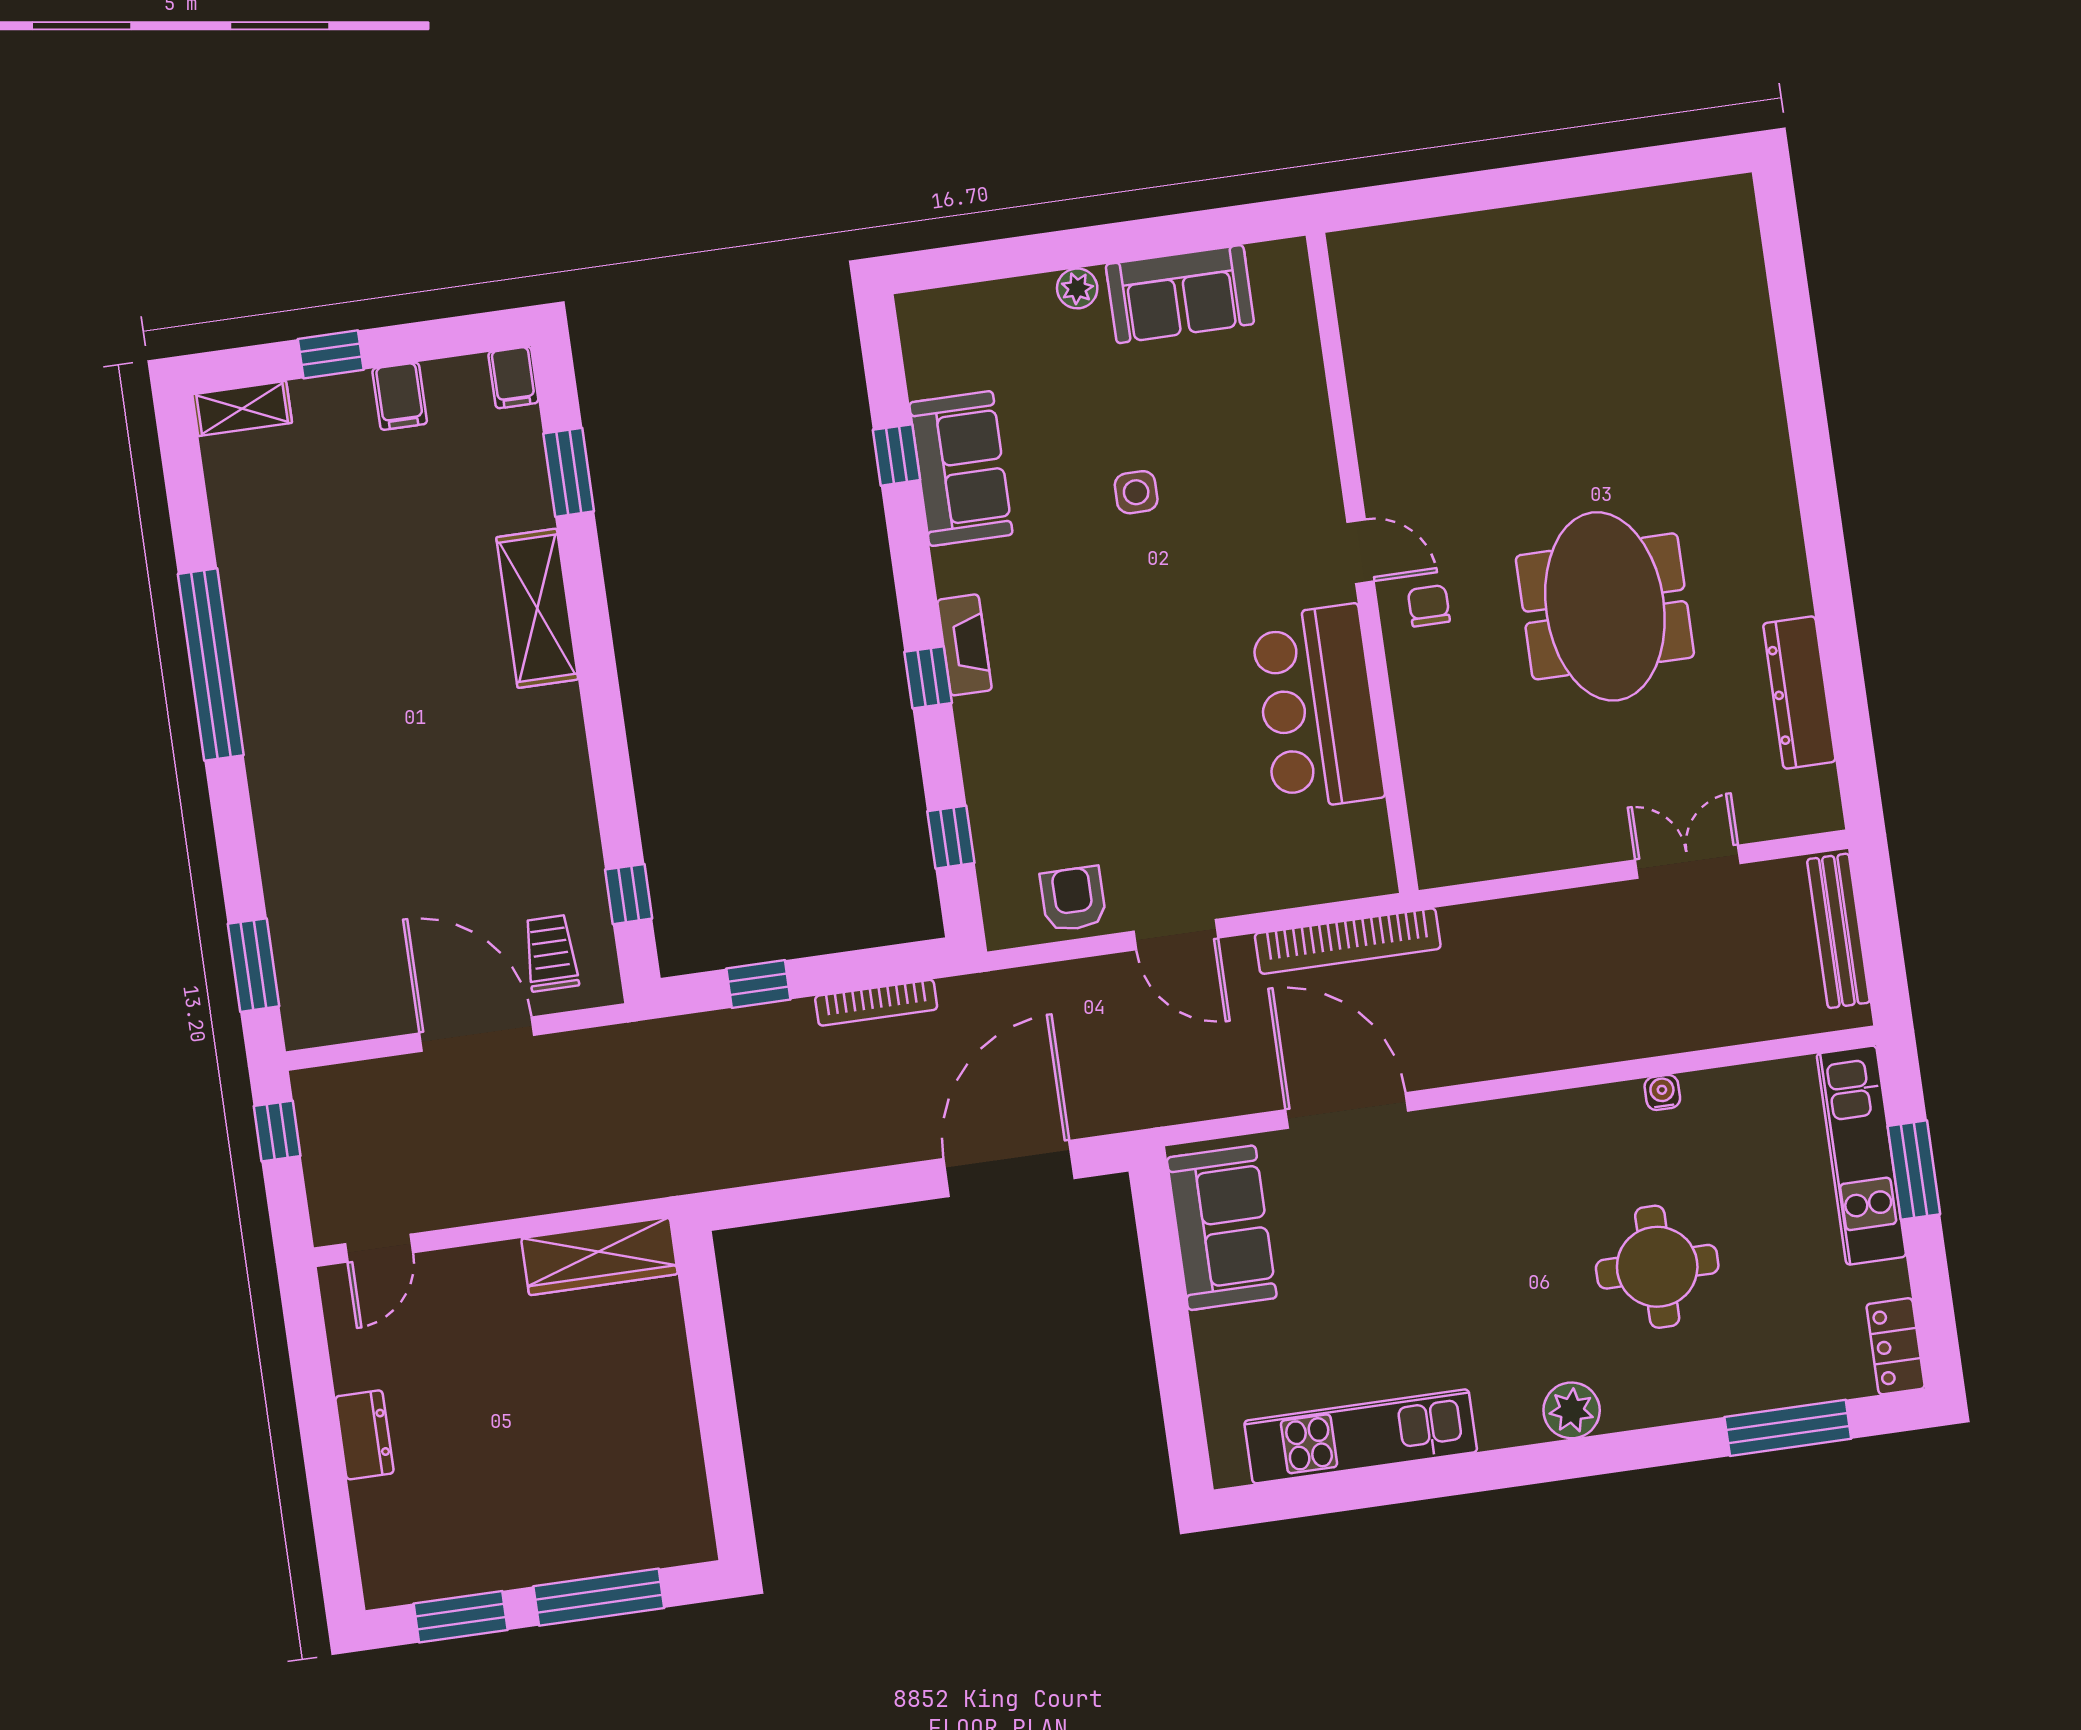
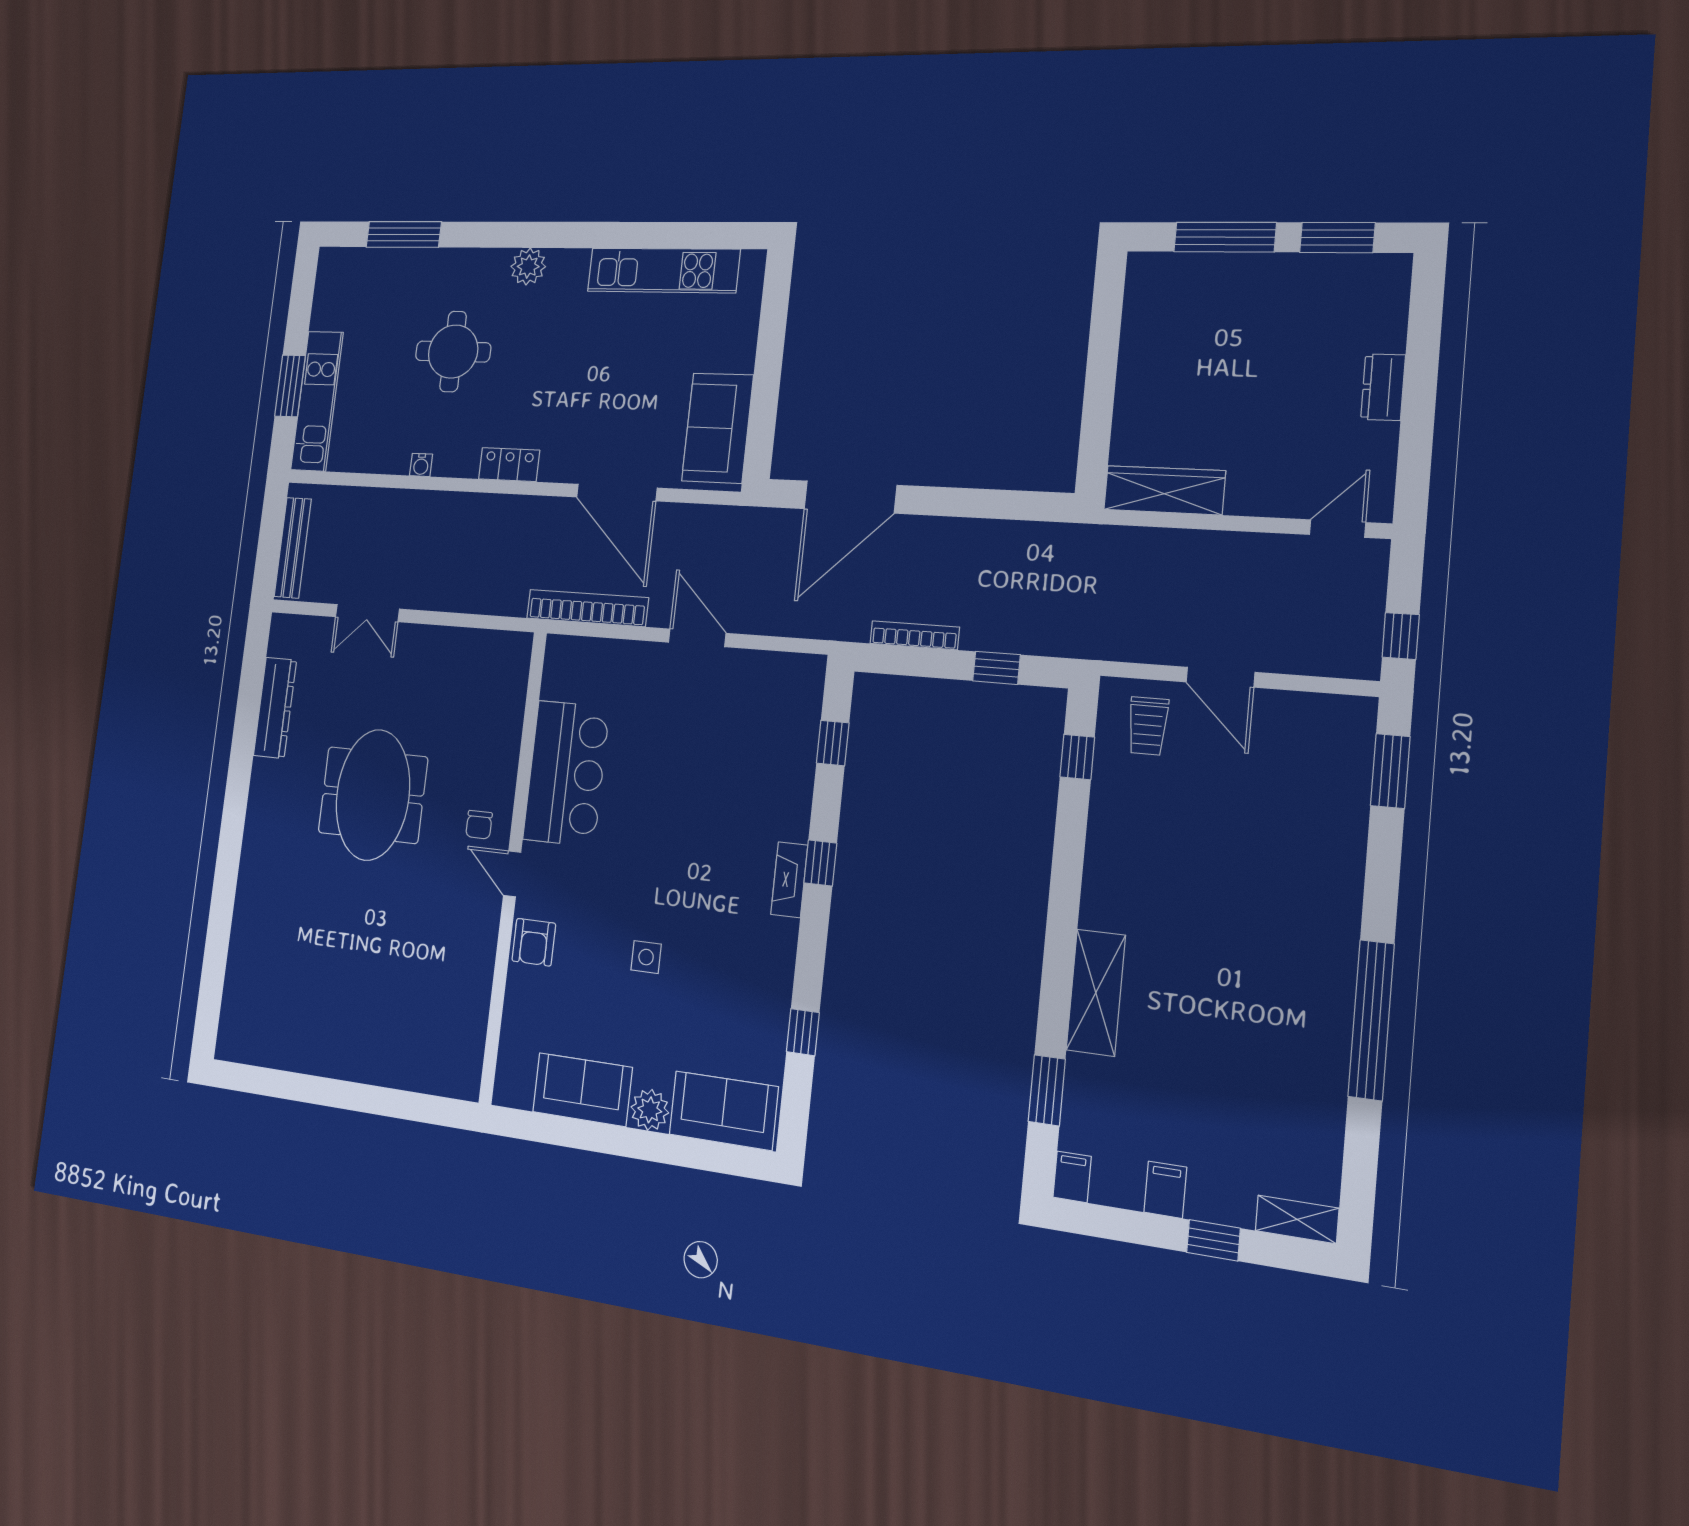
plant: (1077, 288) -> (650, 1110), width x1.38, depth x1.38
sofa: (961, 469) -> (724, 1111), moved, turned 90
armchair: (1073, 899) -> (534, 942), moved
door: (477, 1034) -> (1220, 677), width x0.73
locker: (1896, 1346) -> (509, 465), moved, turned -90

